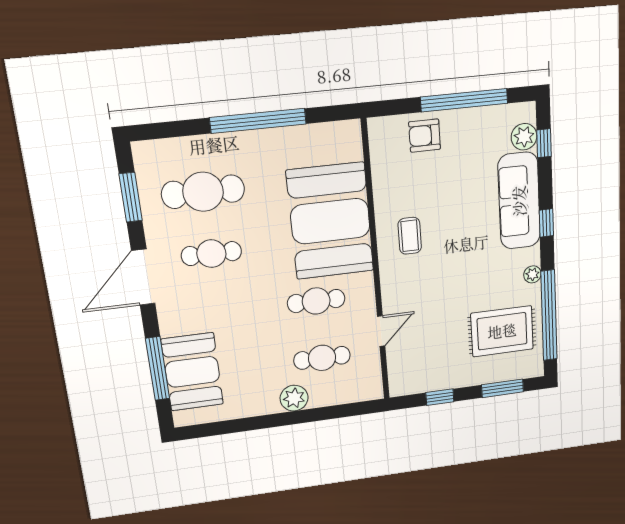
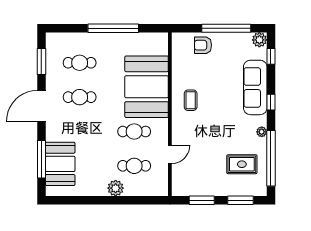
plant: (524, 137) -> (259, 40), moved
cafe table: (203, 192) -> (80, 63), width x0.73, depth x0.74
rug: (502, 331) -> (242, 164), width x0.73, depth x0.70
window: (440, 397) -> (202, 200), width x1.50

